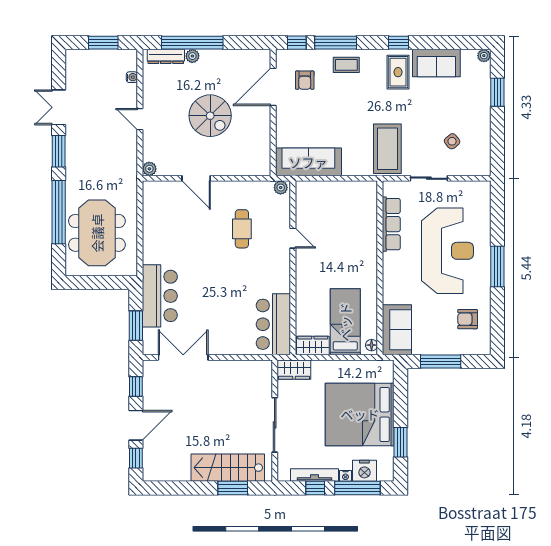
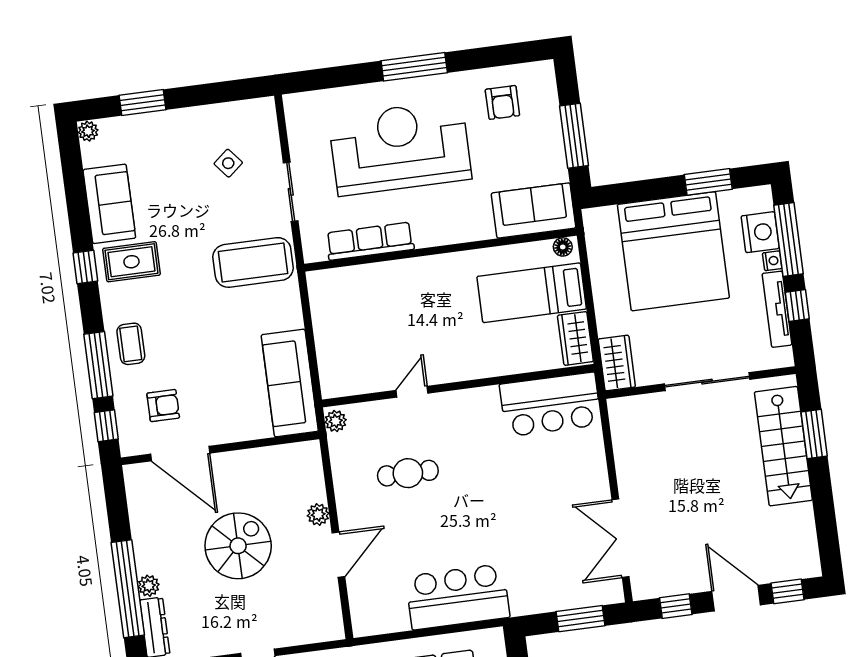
plant: (149, 169) -> (318, 514), moved
bar counter: (160, 296) -> (458, 597), moved

